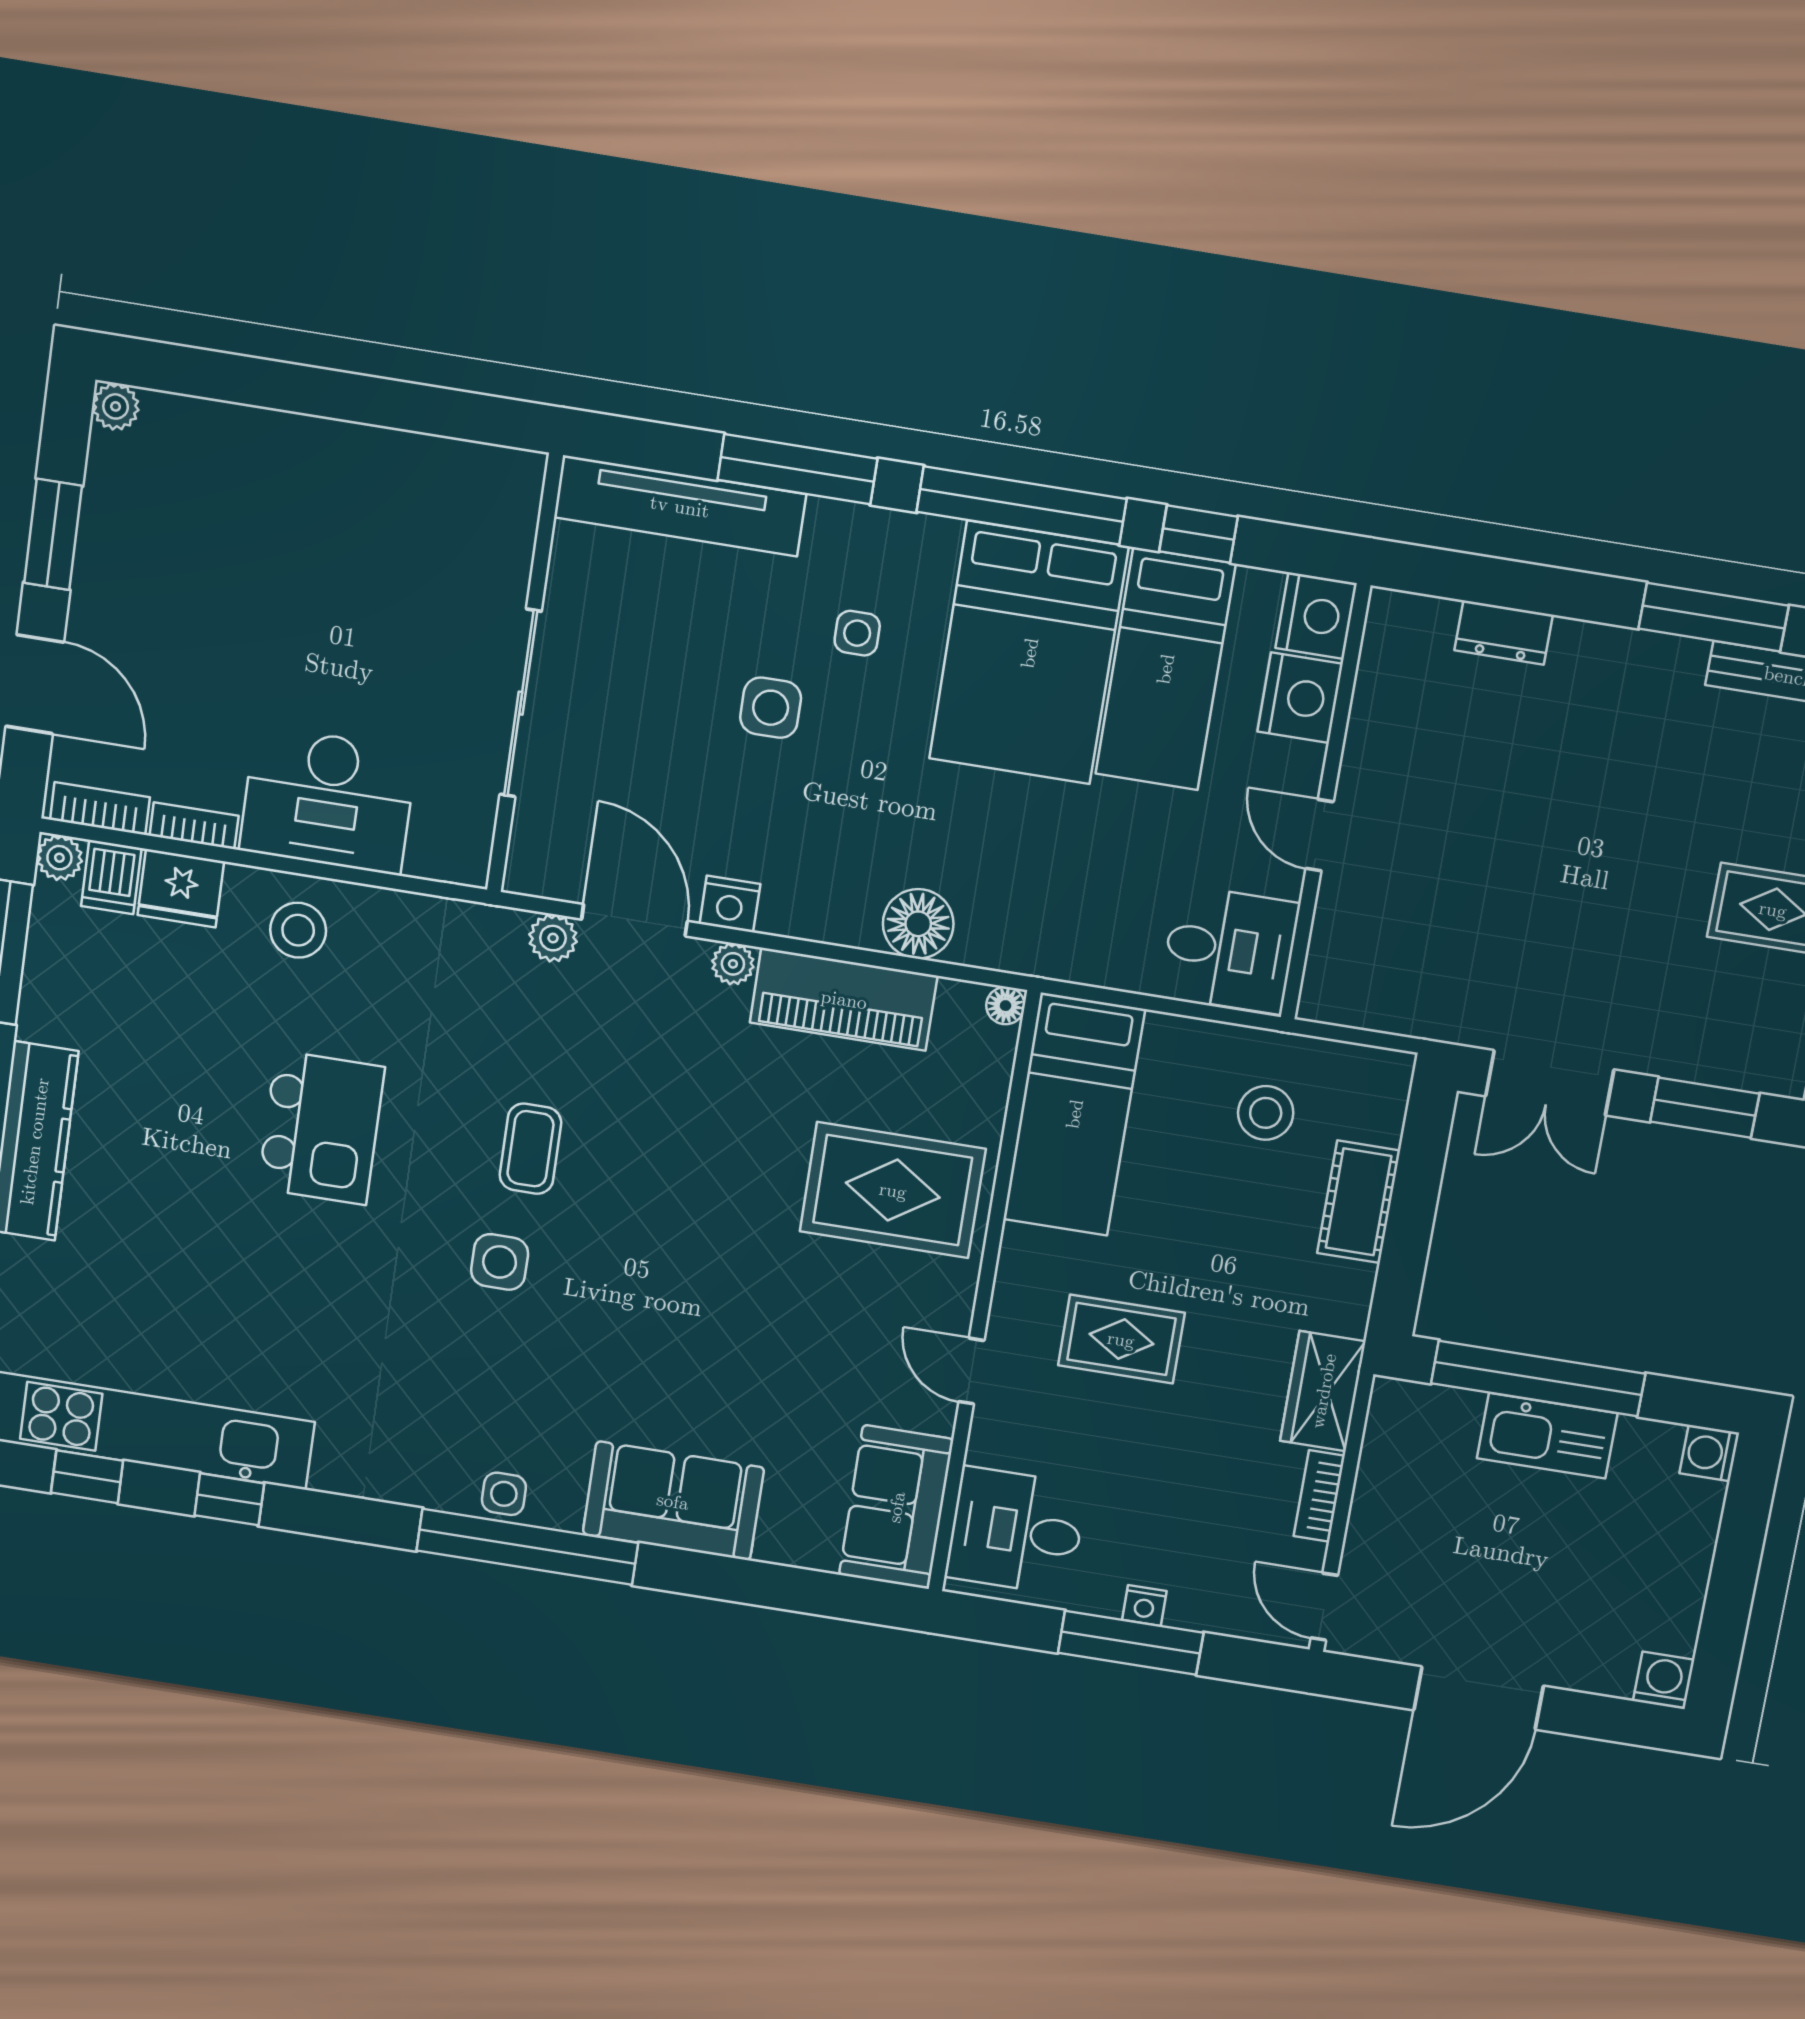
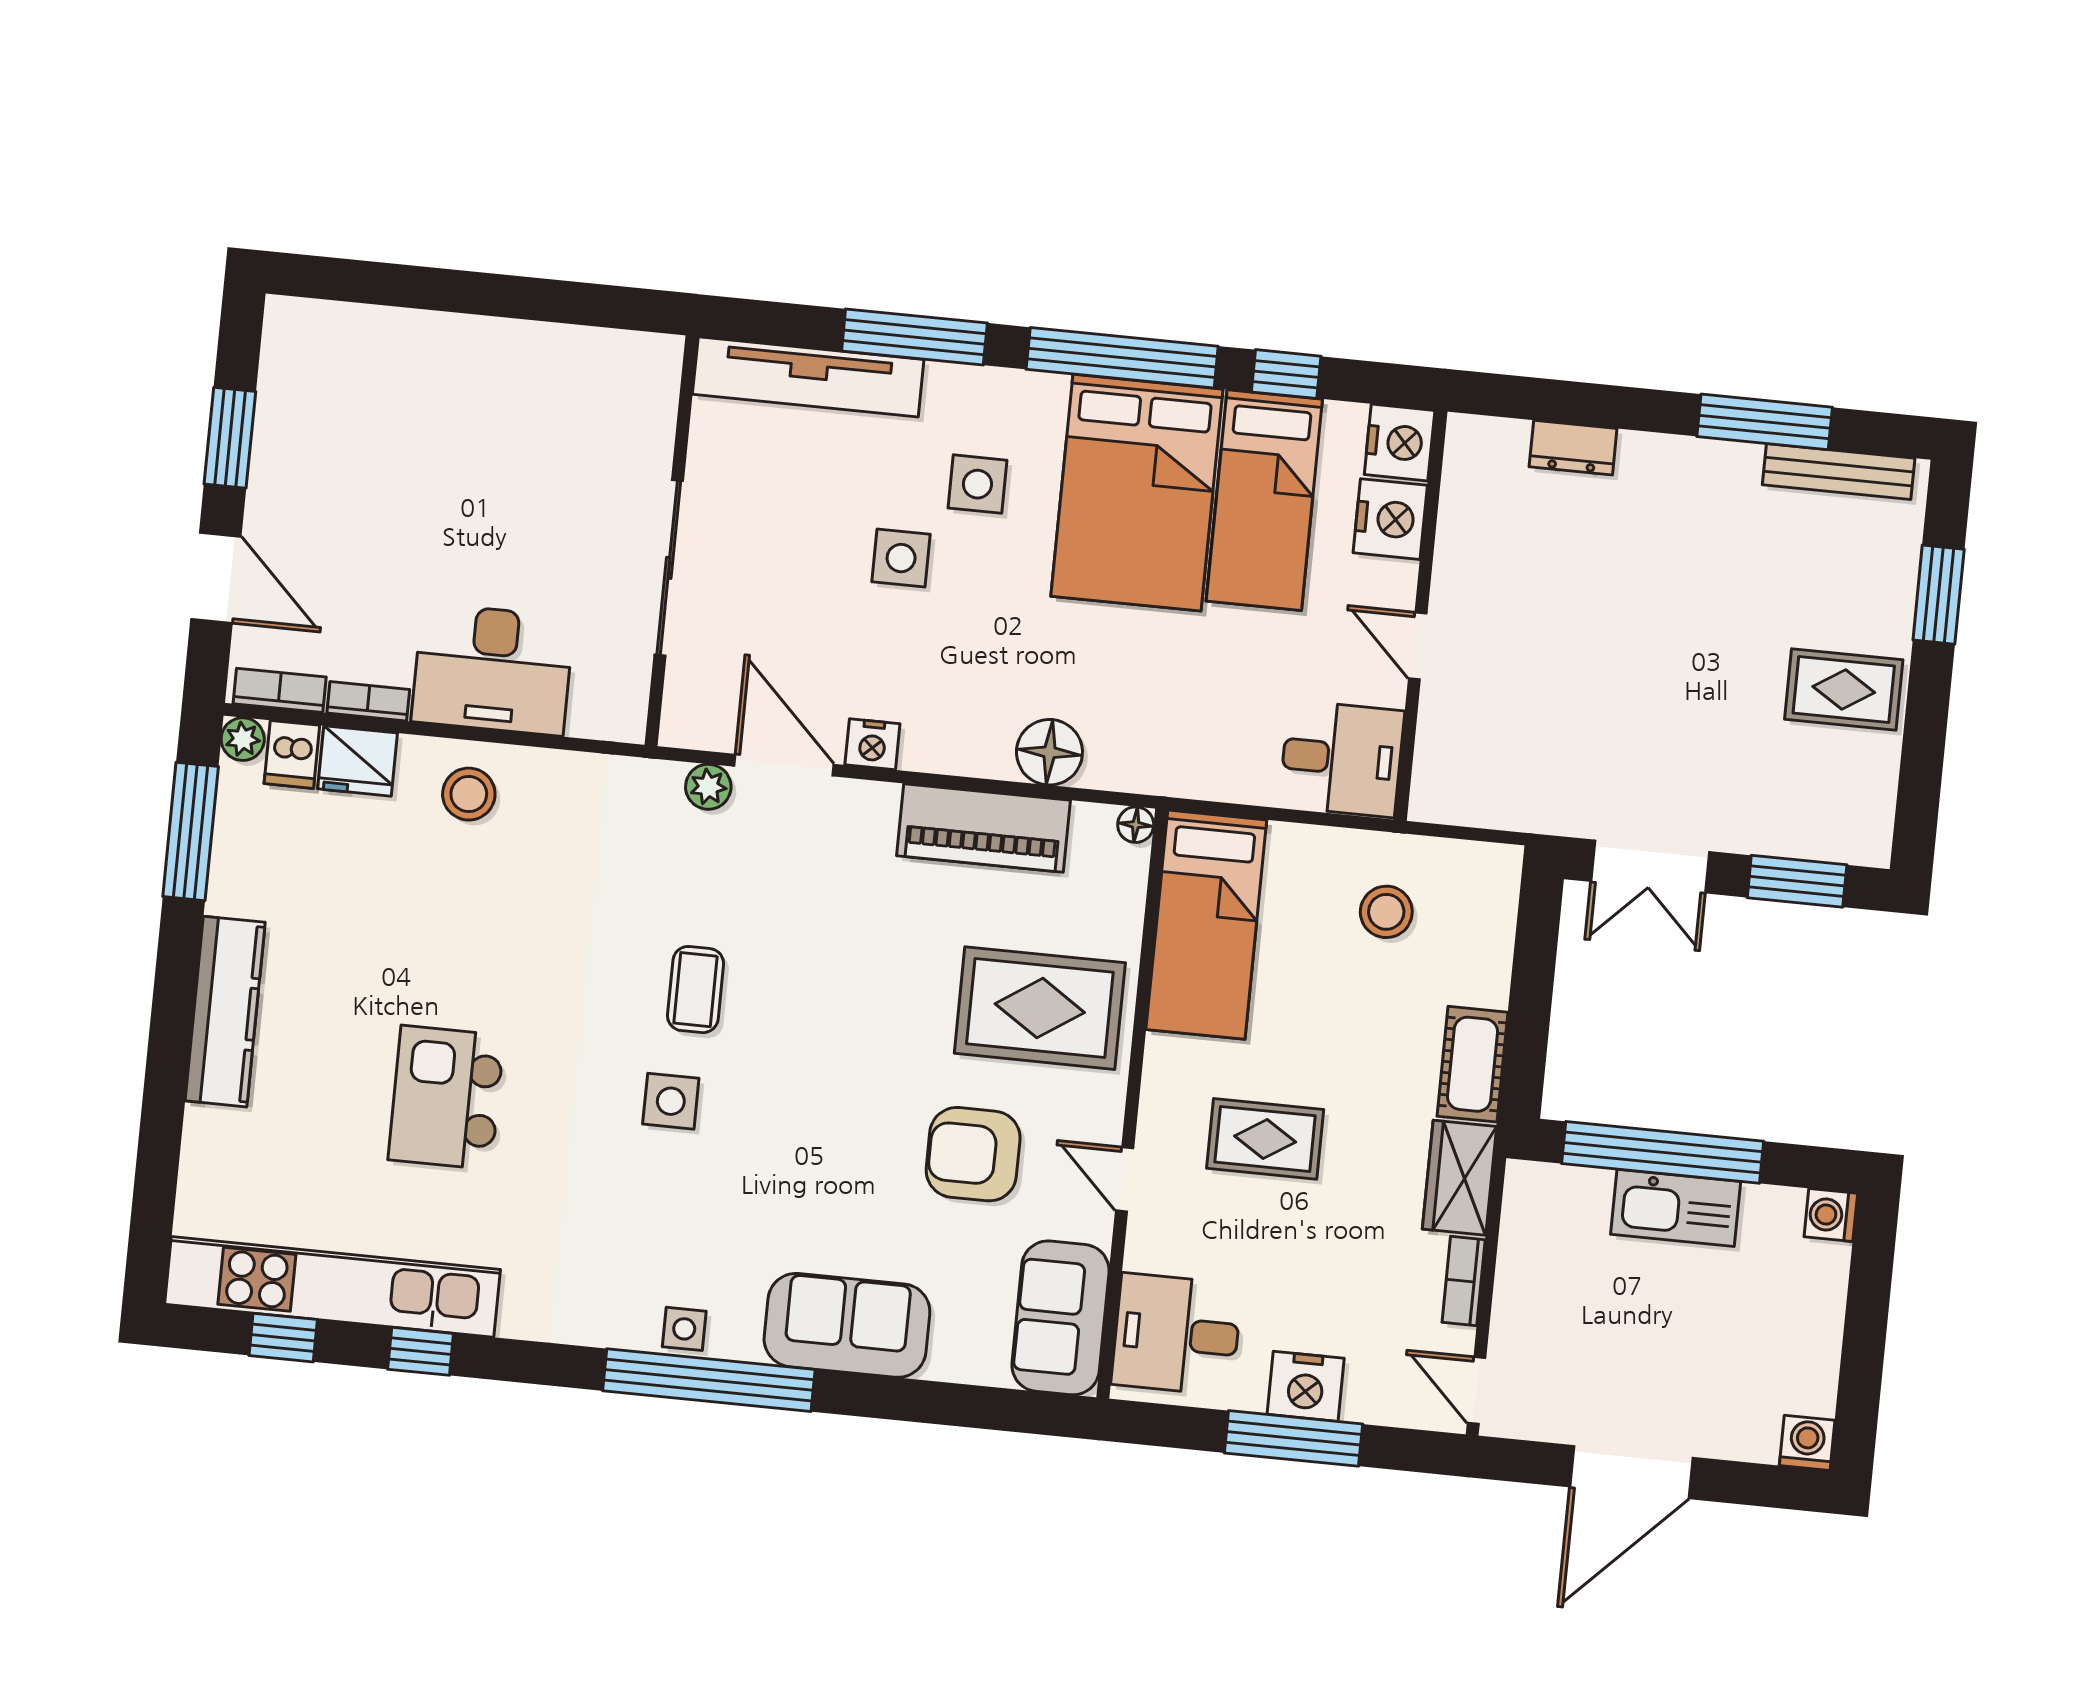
plant: (116, 406) -> (285, 317), removed
side table: (857, 633) -> (977, 484), width x1.37, depth x1.37
plant: (733, 964) -> (878, 801), removed
kitchen island: (321, 1128) -> (446, 1098), moved, turned 180
cot: (1359, 1202) -> (1473, 1064), moved
armchair: (814, 1336) -> (973, 1154), added
nightstand: (1144, 1605) -> (1306, 1386), width x1.89, depth x1.79

